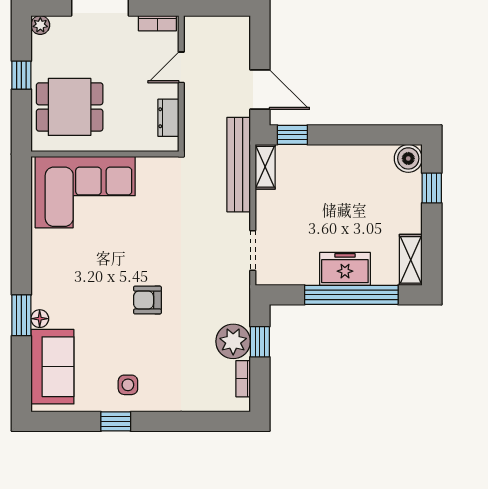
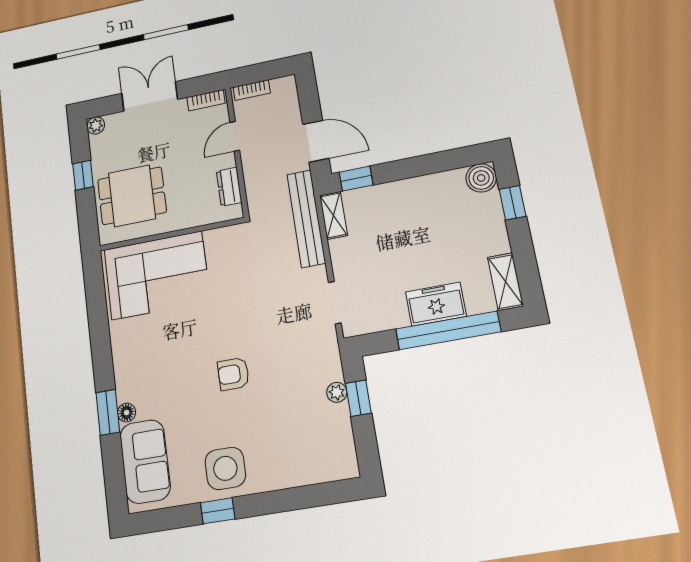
plant: (233, 341) -> (337, 392), width x0.53, depth x0.53
bookcase: (243, 379) -> (252, 90), moved, turned -90
side table: (128, 385) -> (225, 468), width x1.87, depth x1.87

